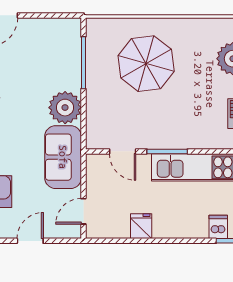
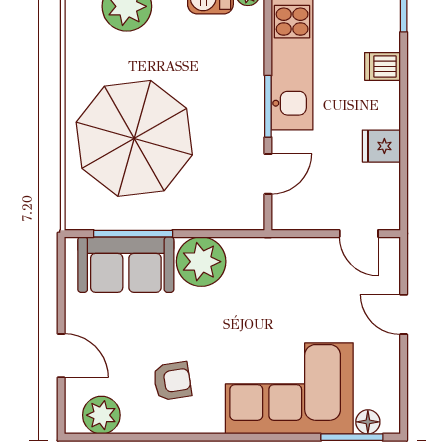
parasol: (146, 64) -> (134, 138), width x1.36, depth x1.36
sofa: (63, 157) -> (126, 265), moved
dishwasher: (218, 227) -> (382, 66), moved

